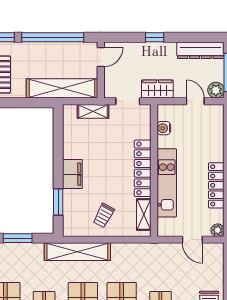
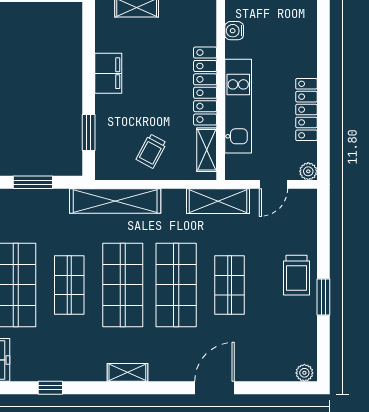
filing cabinet: (72, 174) -> (108, 73), moved
door: (192, 240) -> (274, 184), hinge flipped
shelving: (152, 252) -> (218, 201), added

